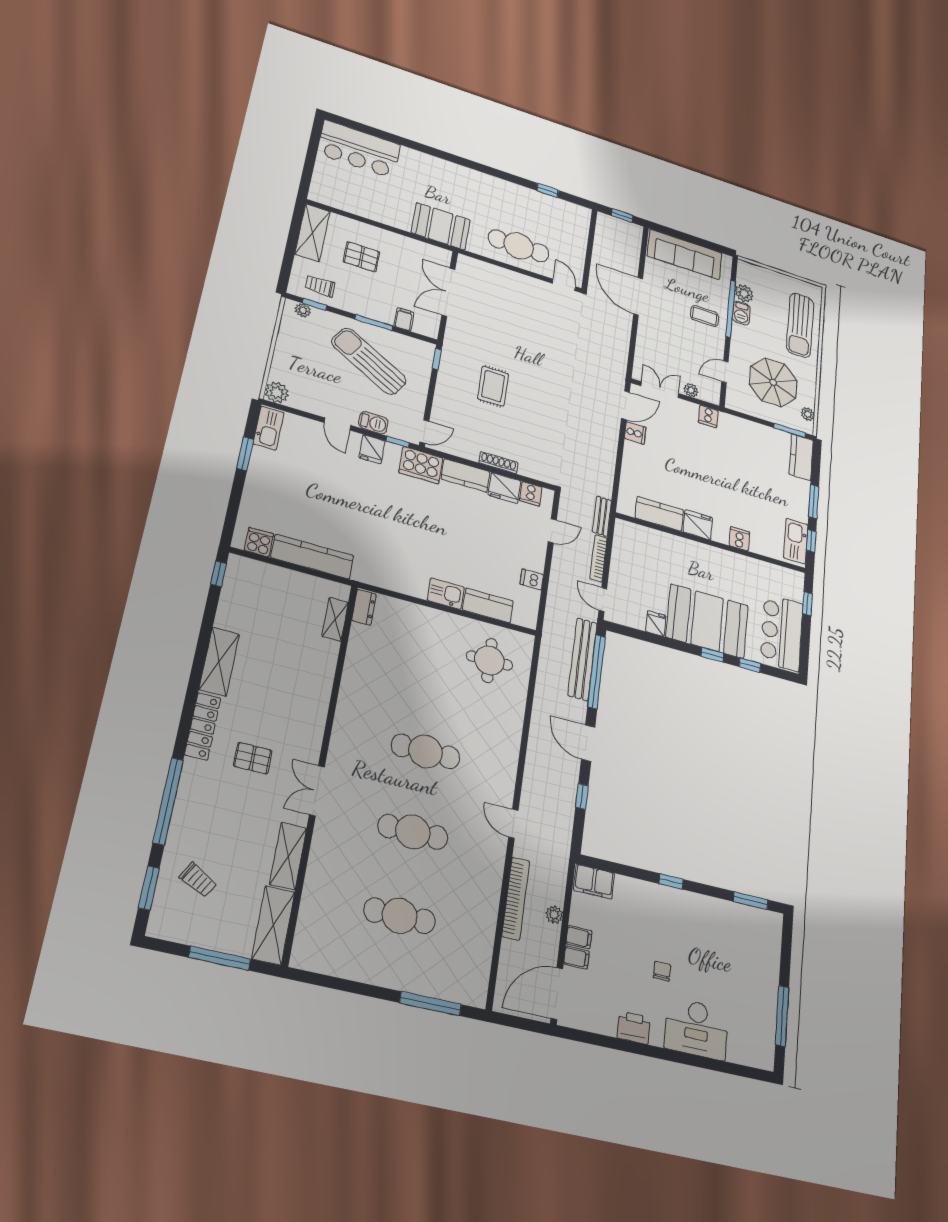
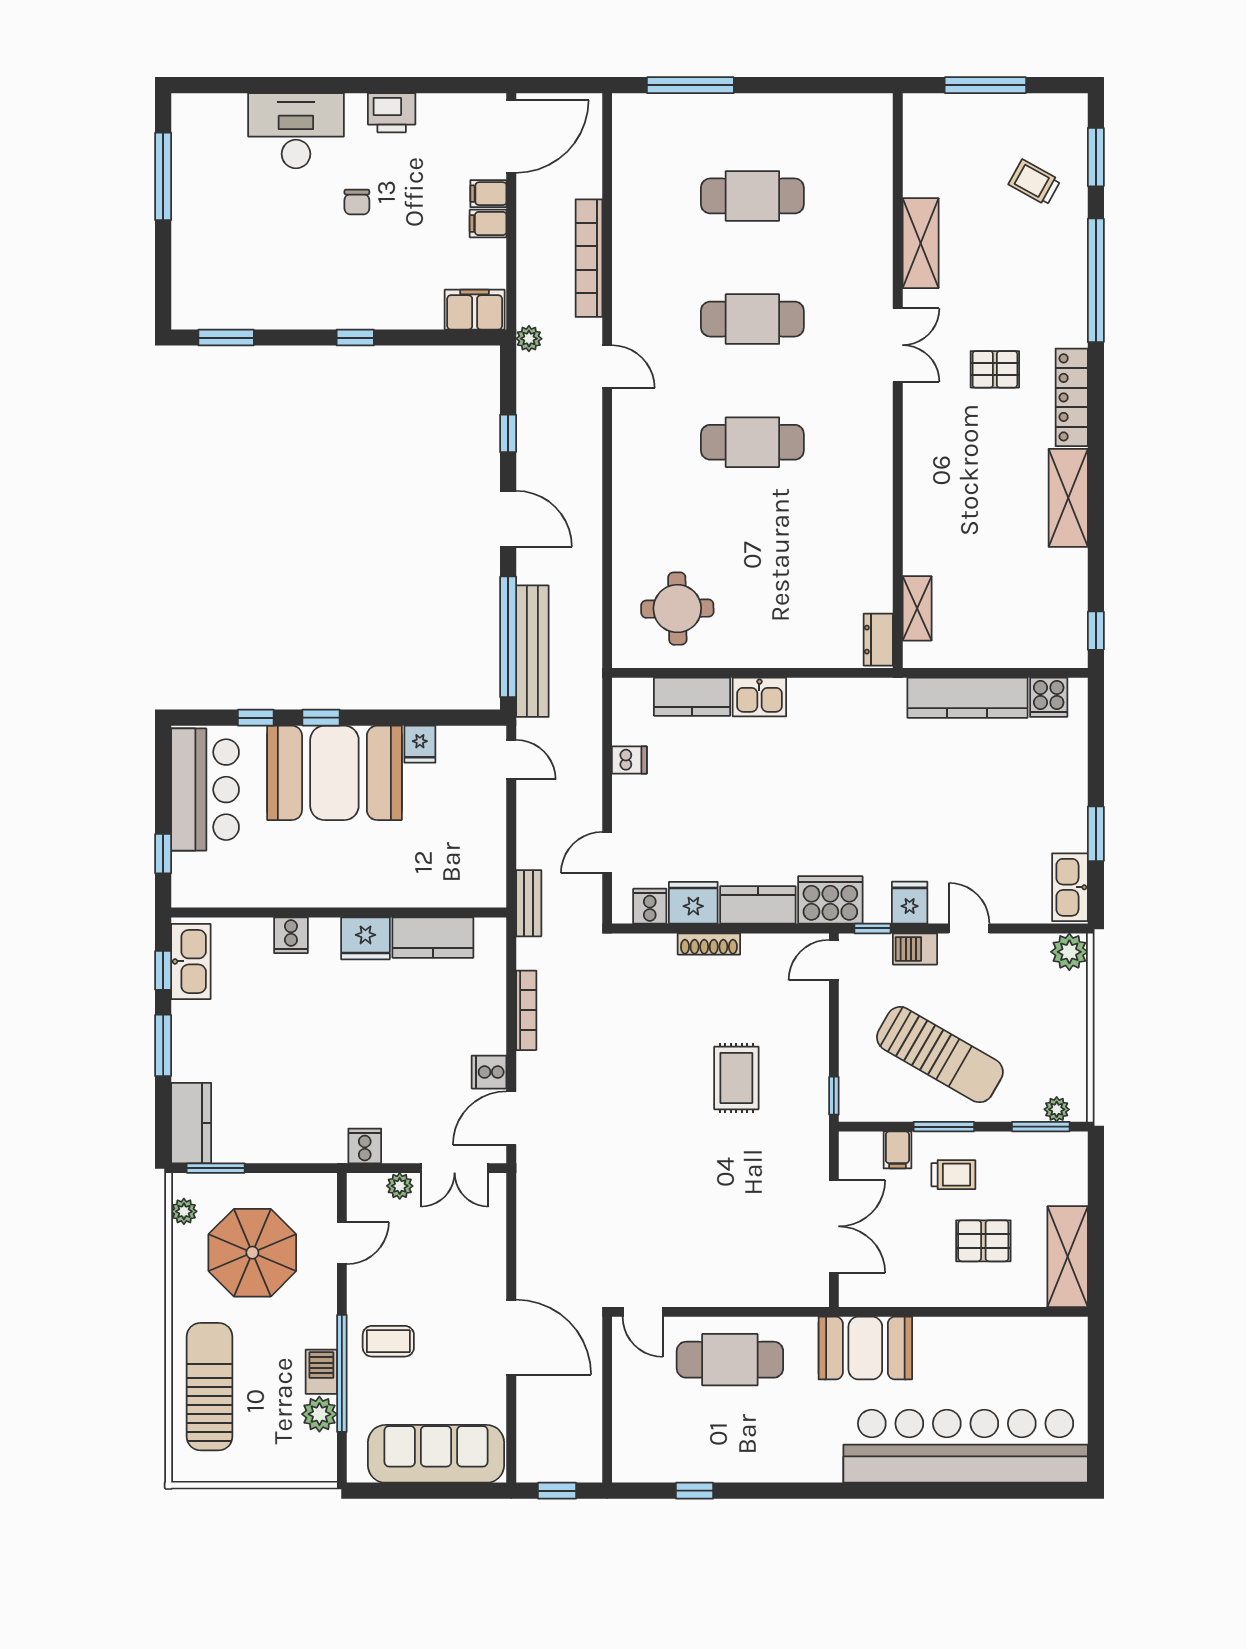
bar counter: (359, 149) -> (966, 1446), width x1.86
trolley: (320, 286) -> (953, 1175), moved
window: (315, 304) -> (1041, 1127), width x1.50
bookcase: (598, 558) -> (526, 1010), moved
plant: (554, 915) -> (529, 339), moved
shelving: (273, 925) -> (923, 144), removed

